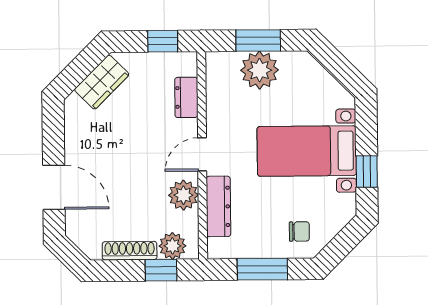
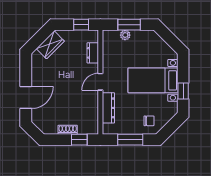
plant: (260, 70) -> (125, 35), width x0.53, depth x0.53
door: (54, 187) -> (26, 98), hinge flipped
plant: (183, 195) -> (91, 102), removed
plant: (172, 246) -> (85, 128), removed
shoe rack: (130, 251) -> (68, 130), width x0.70

